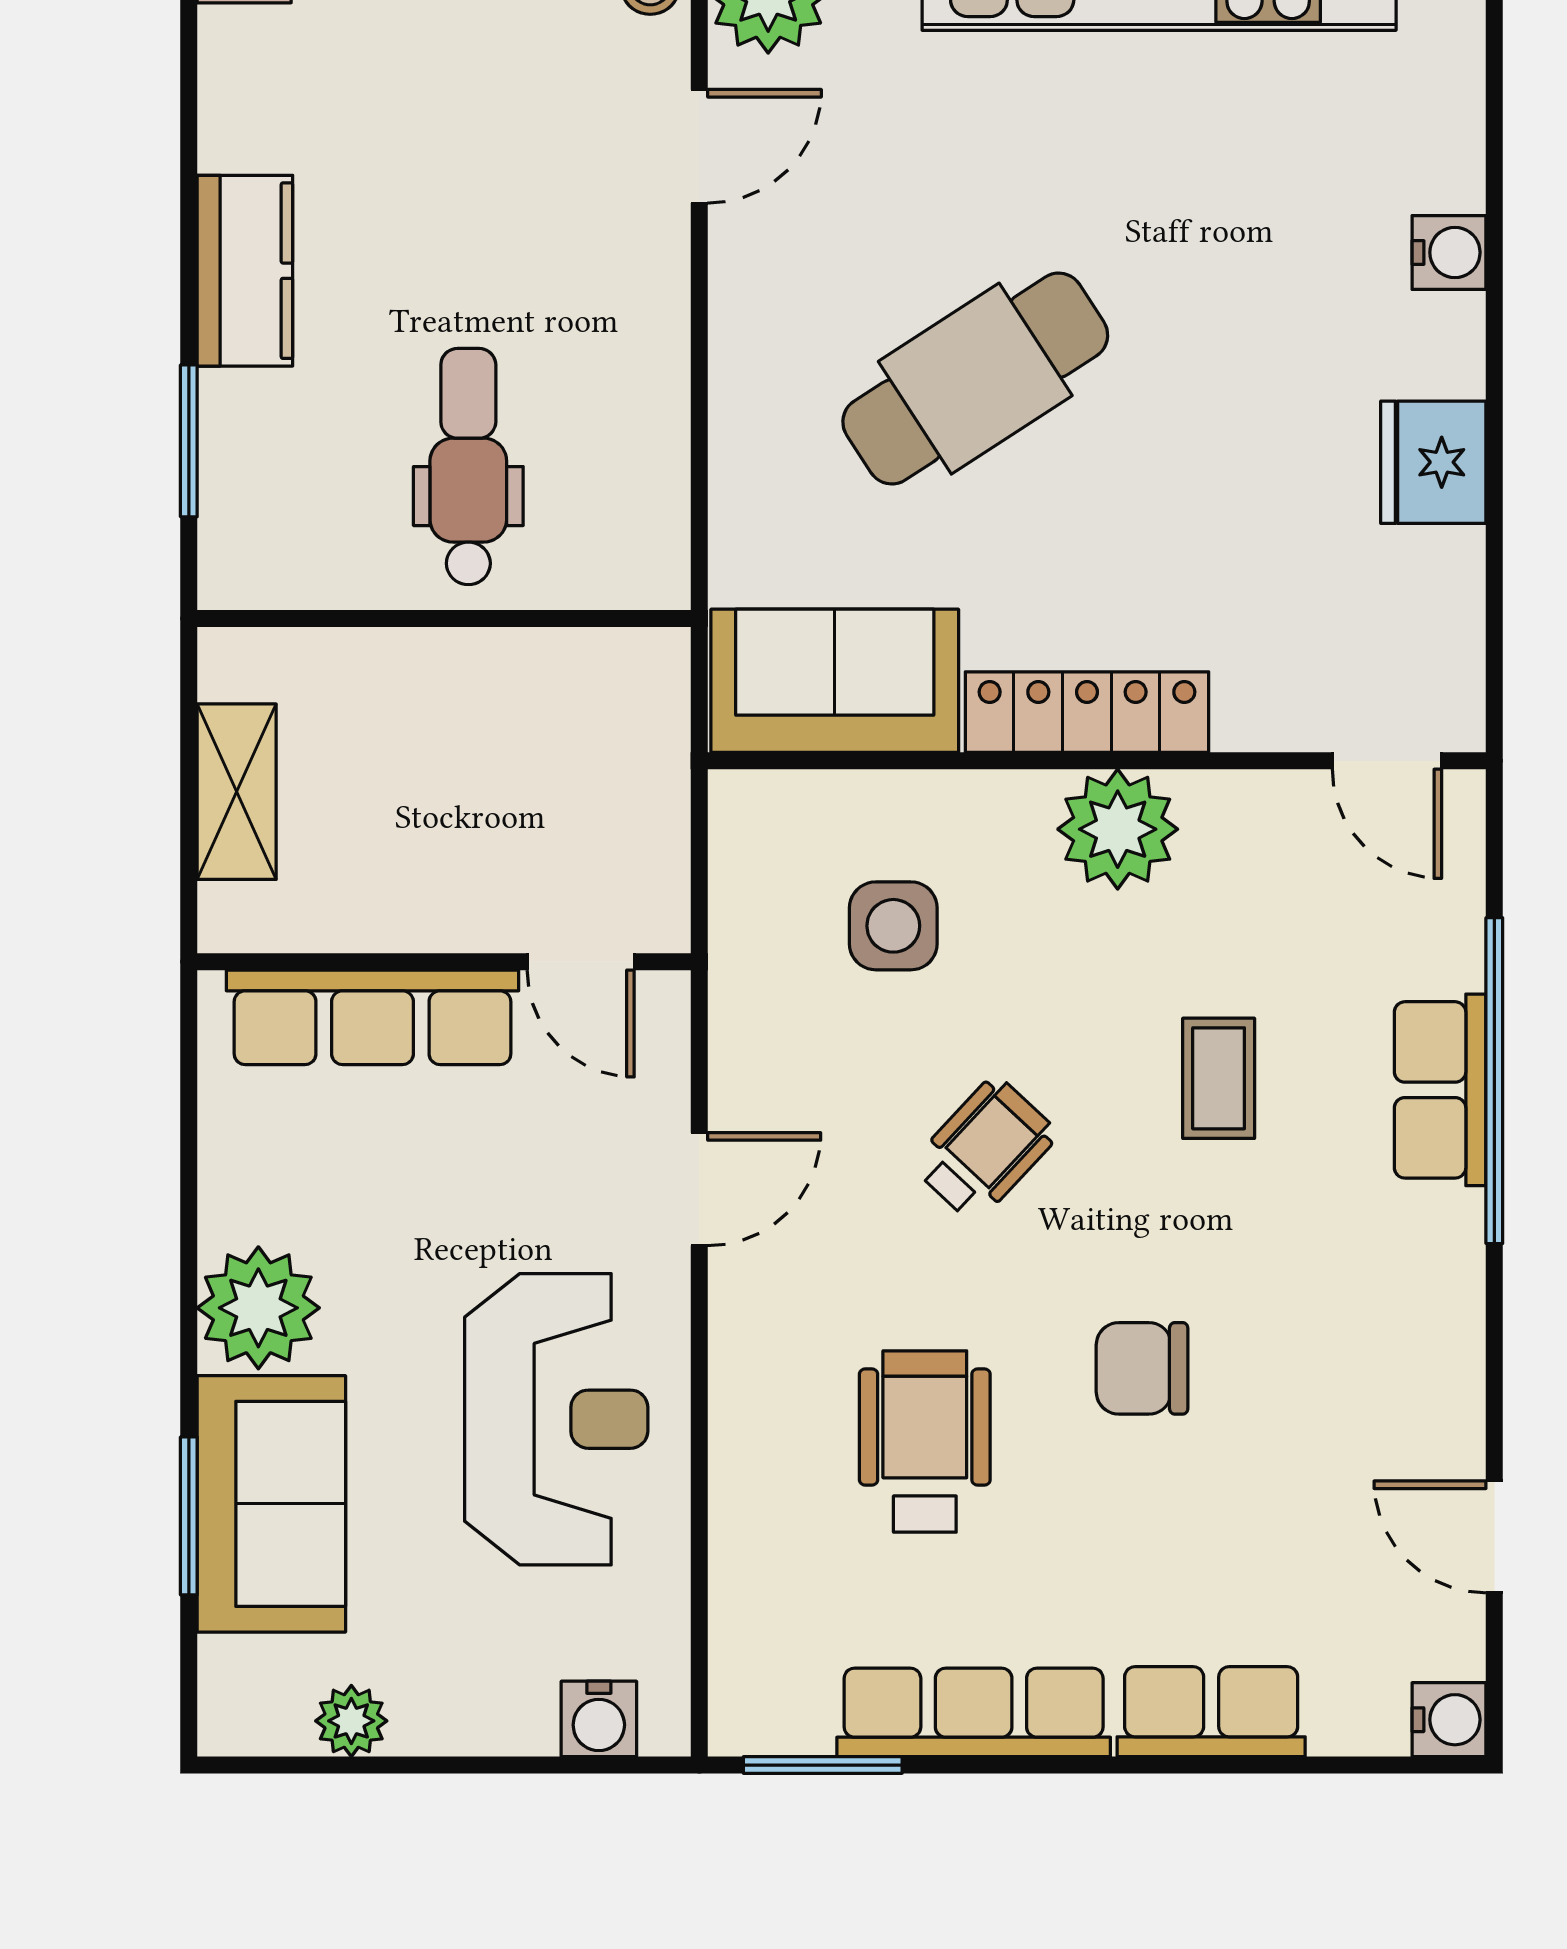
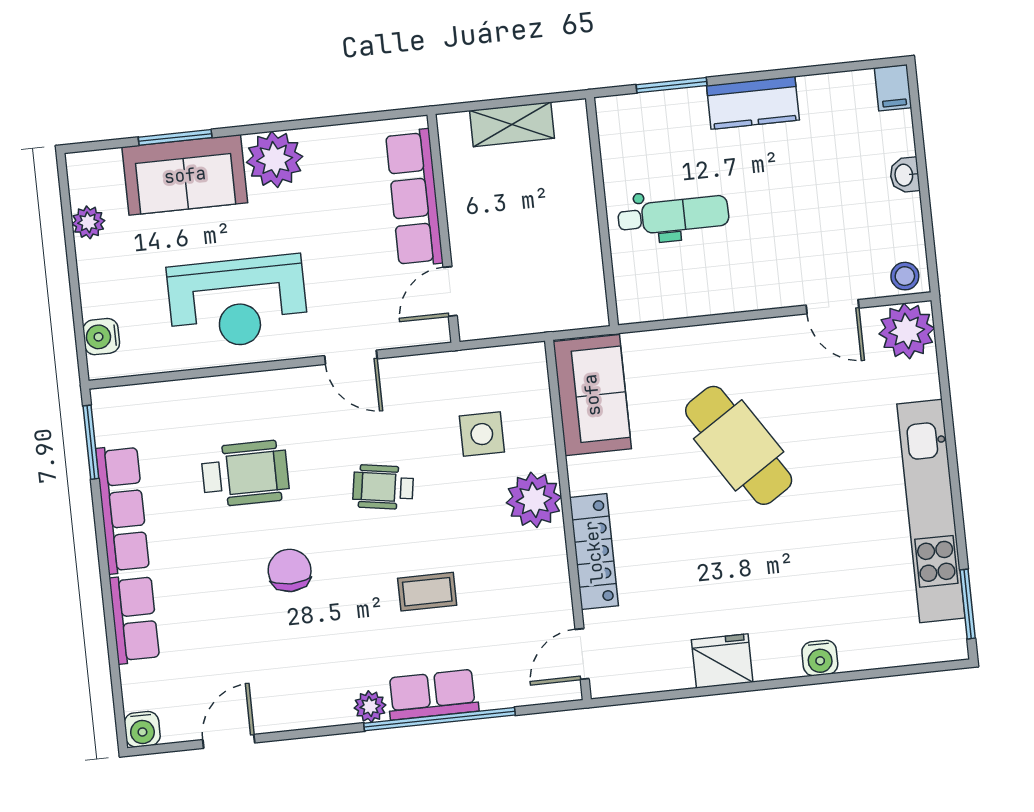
locker: (1087, 712) -> (594, 552), moved
plant: (1118, 829) -> (534, 500), moved
wheelchair: (985, 1149) -> (383, 487), turned 146
plant: (1452, 1227) -> (370, 707), added

